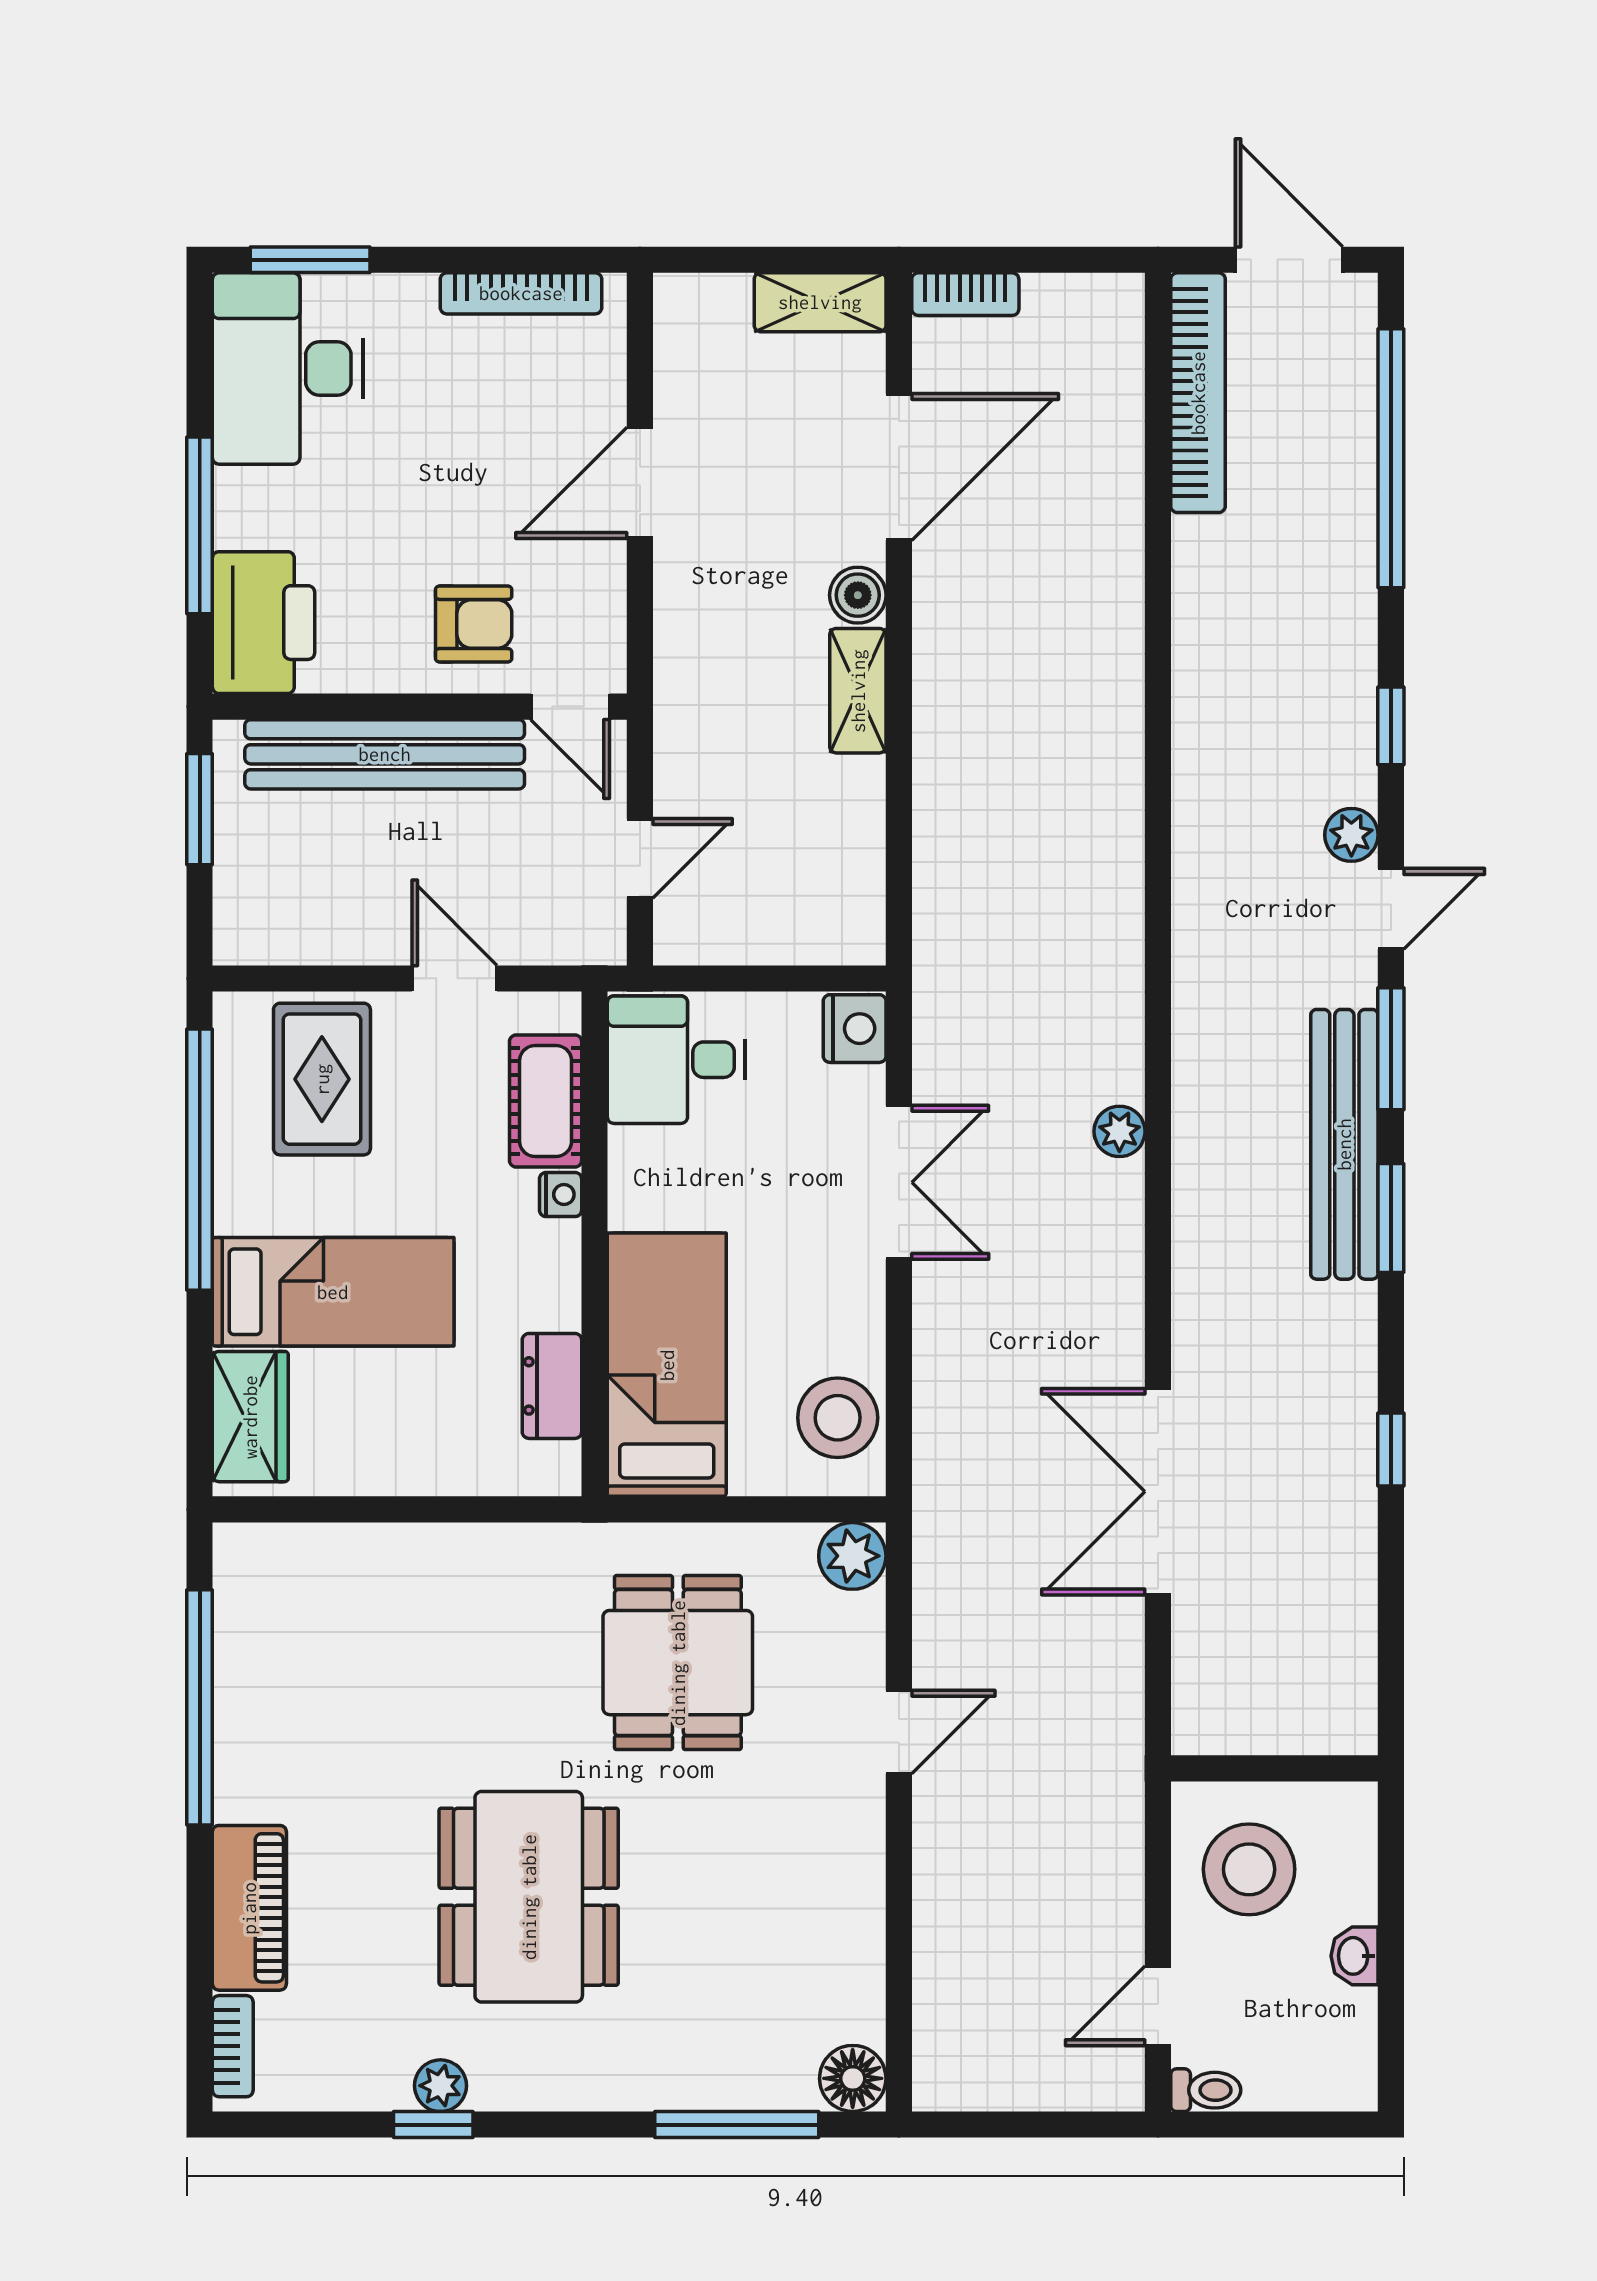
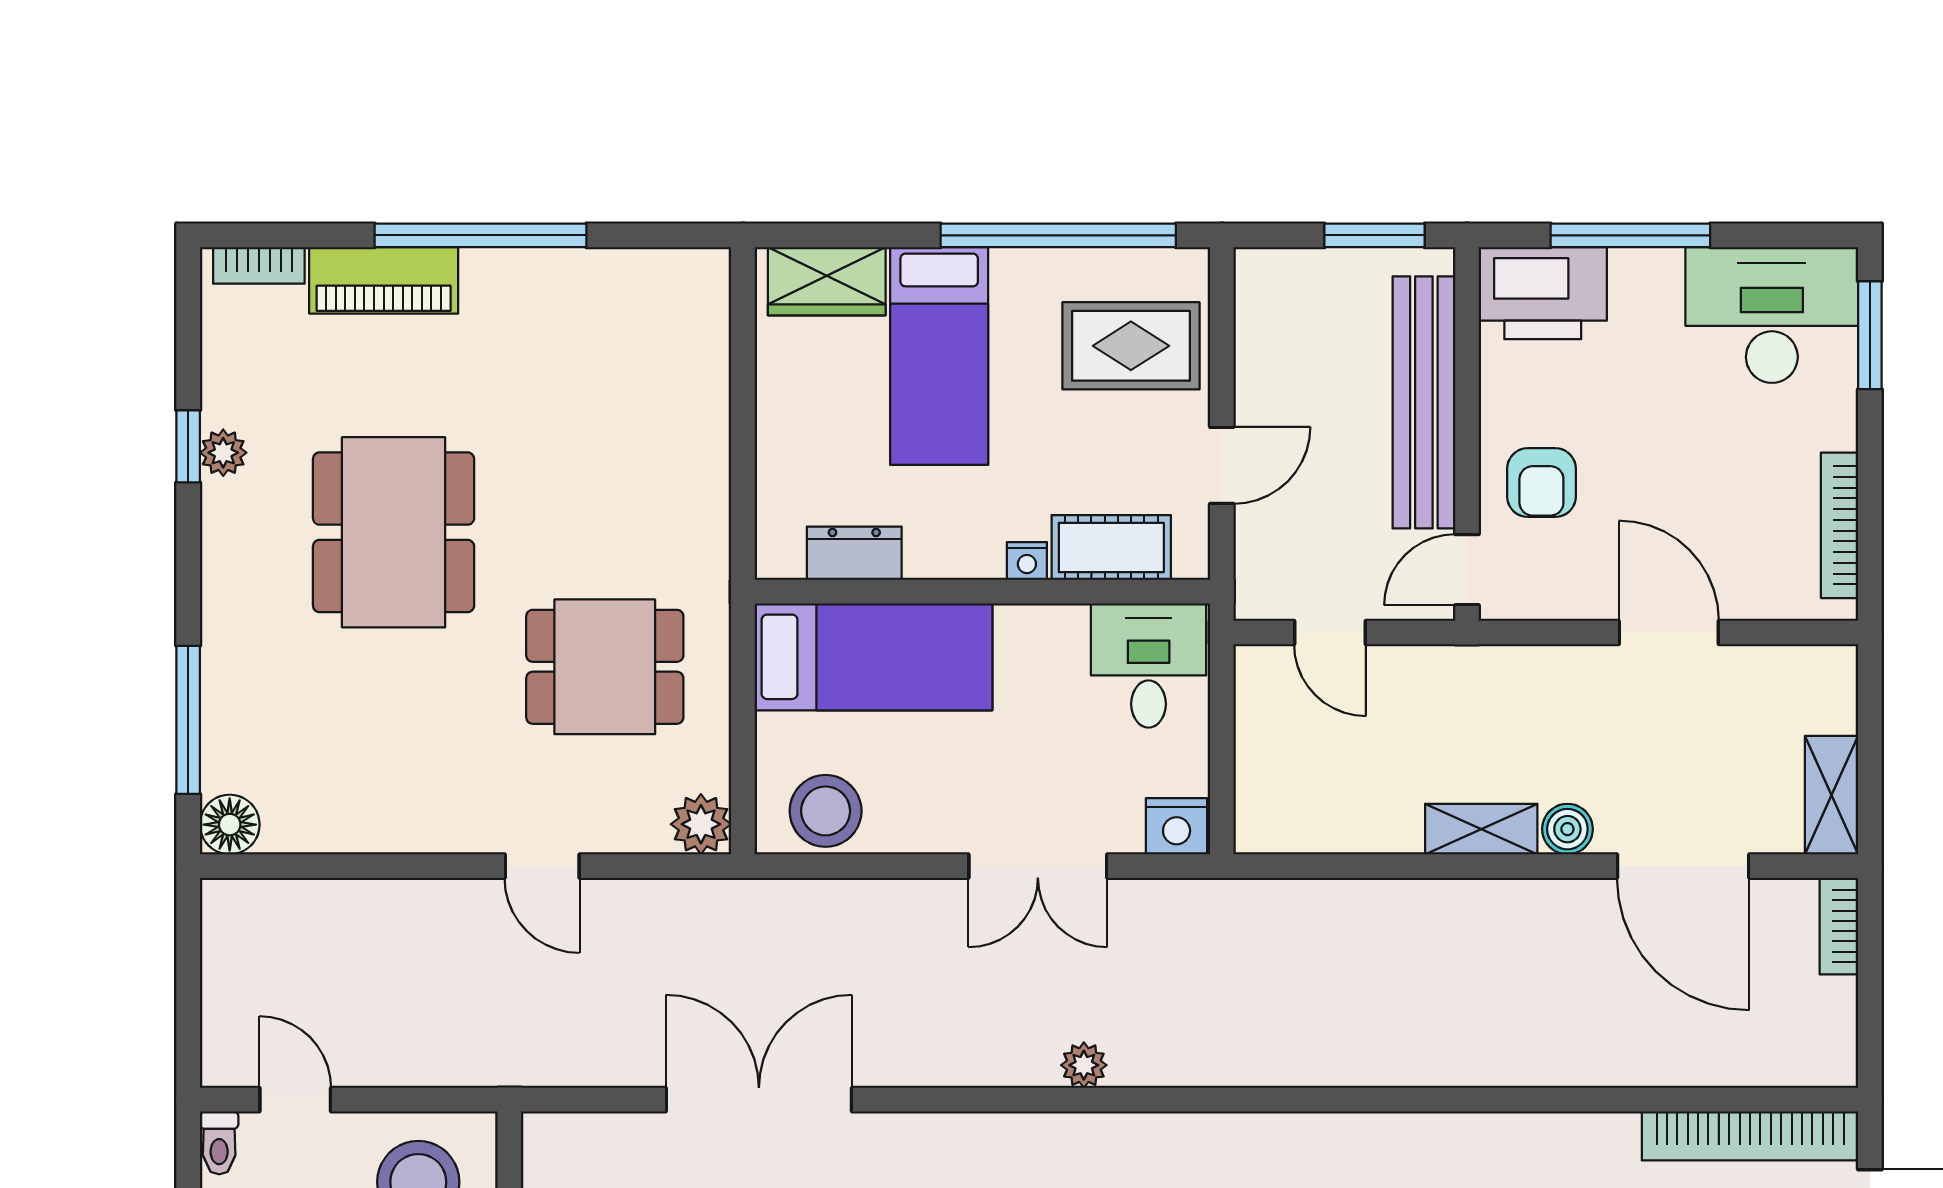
window: (200, 1707) -> (480, 235), moved
dining table: (529, 1897) -> (394, 532), turned 90

